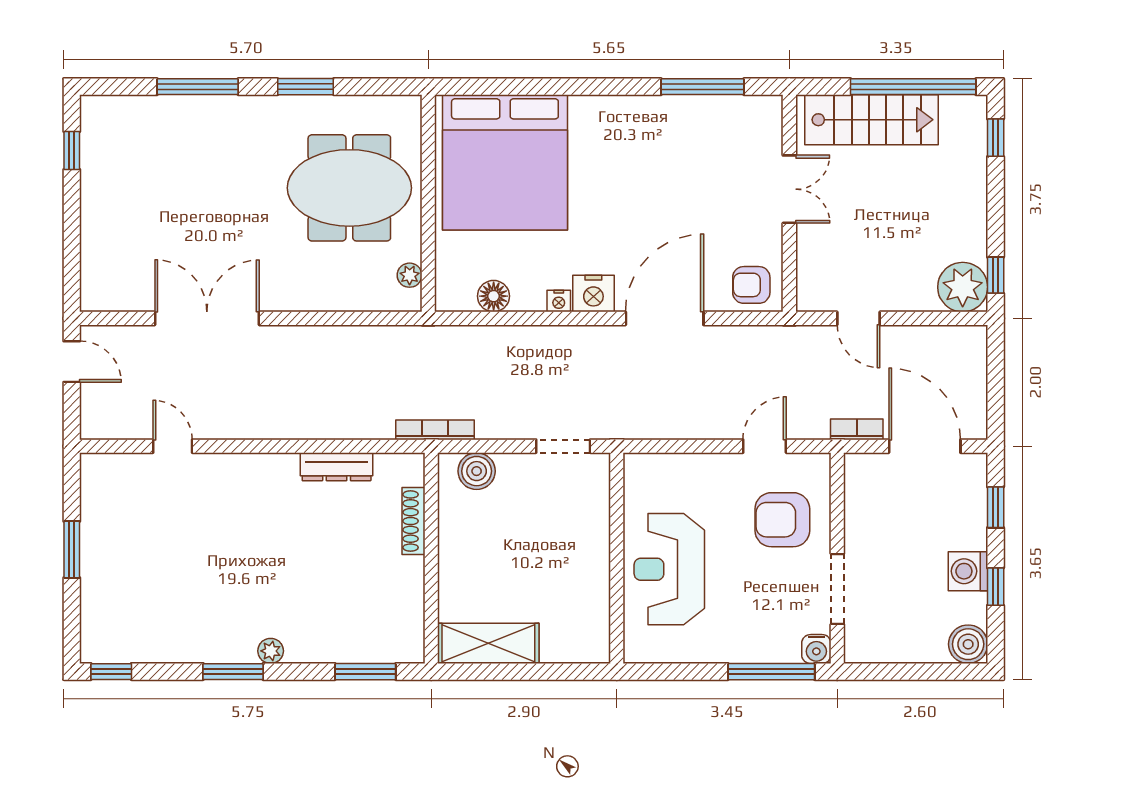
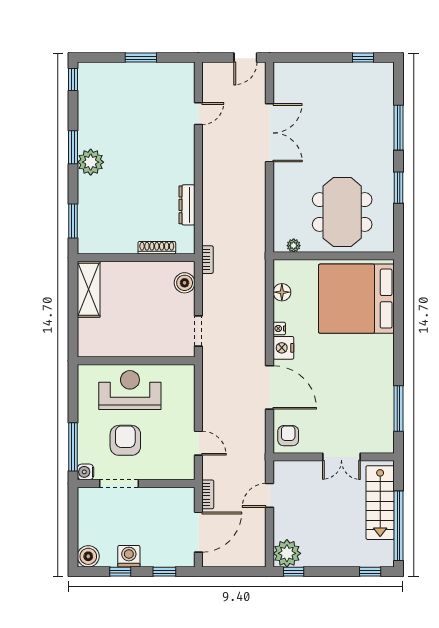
bookcase: (435, 430) -> (208, 260), width x0.64
armchair: (782, 520) -> (125, 440), moved
plant: (271, 651) -> (91, 162), width x1.87, depth x1.87

